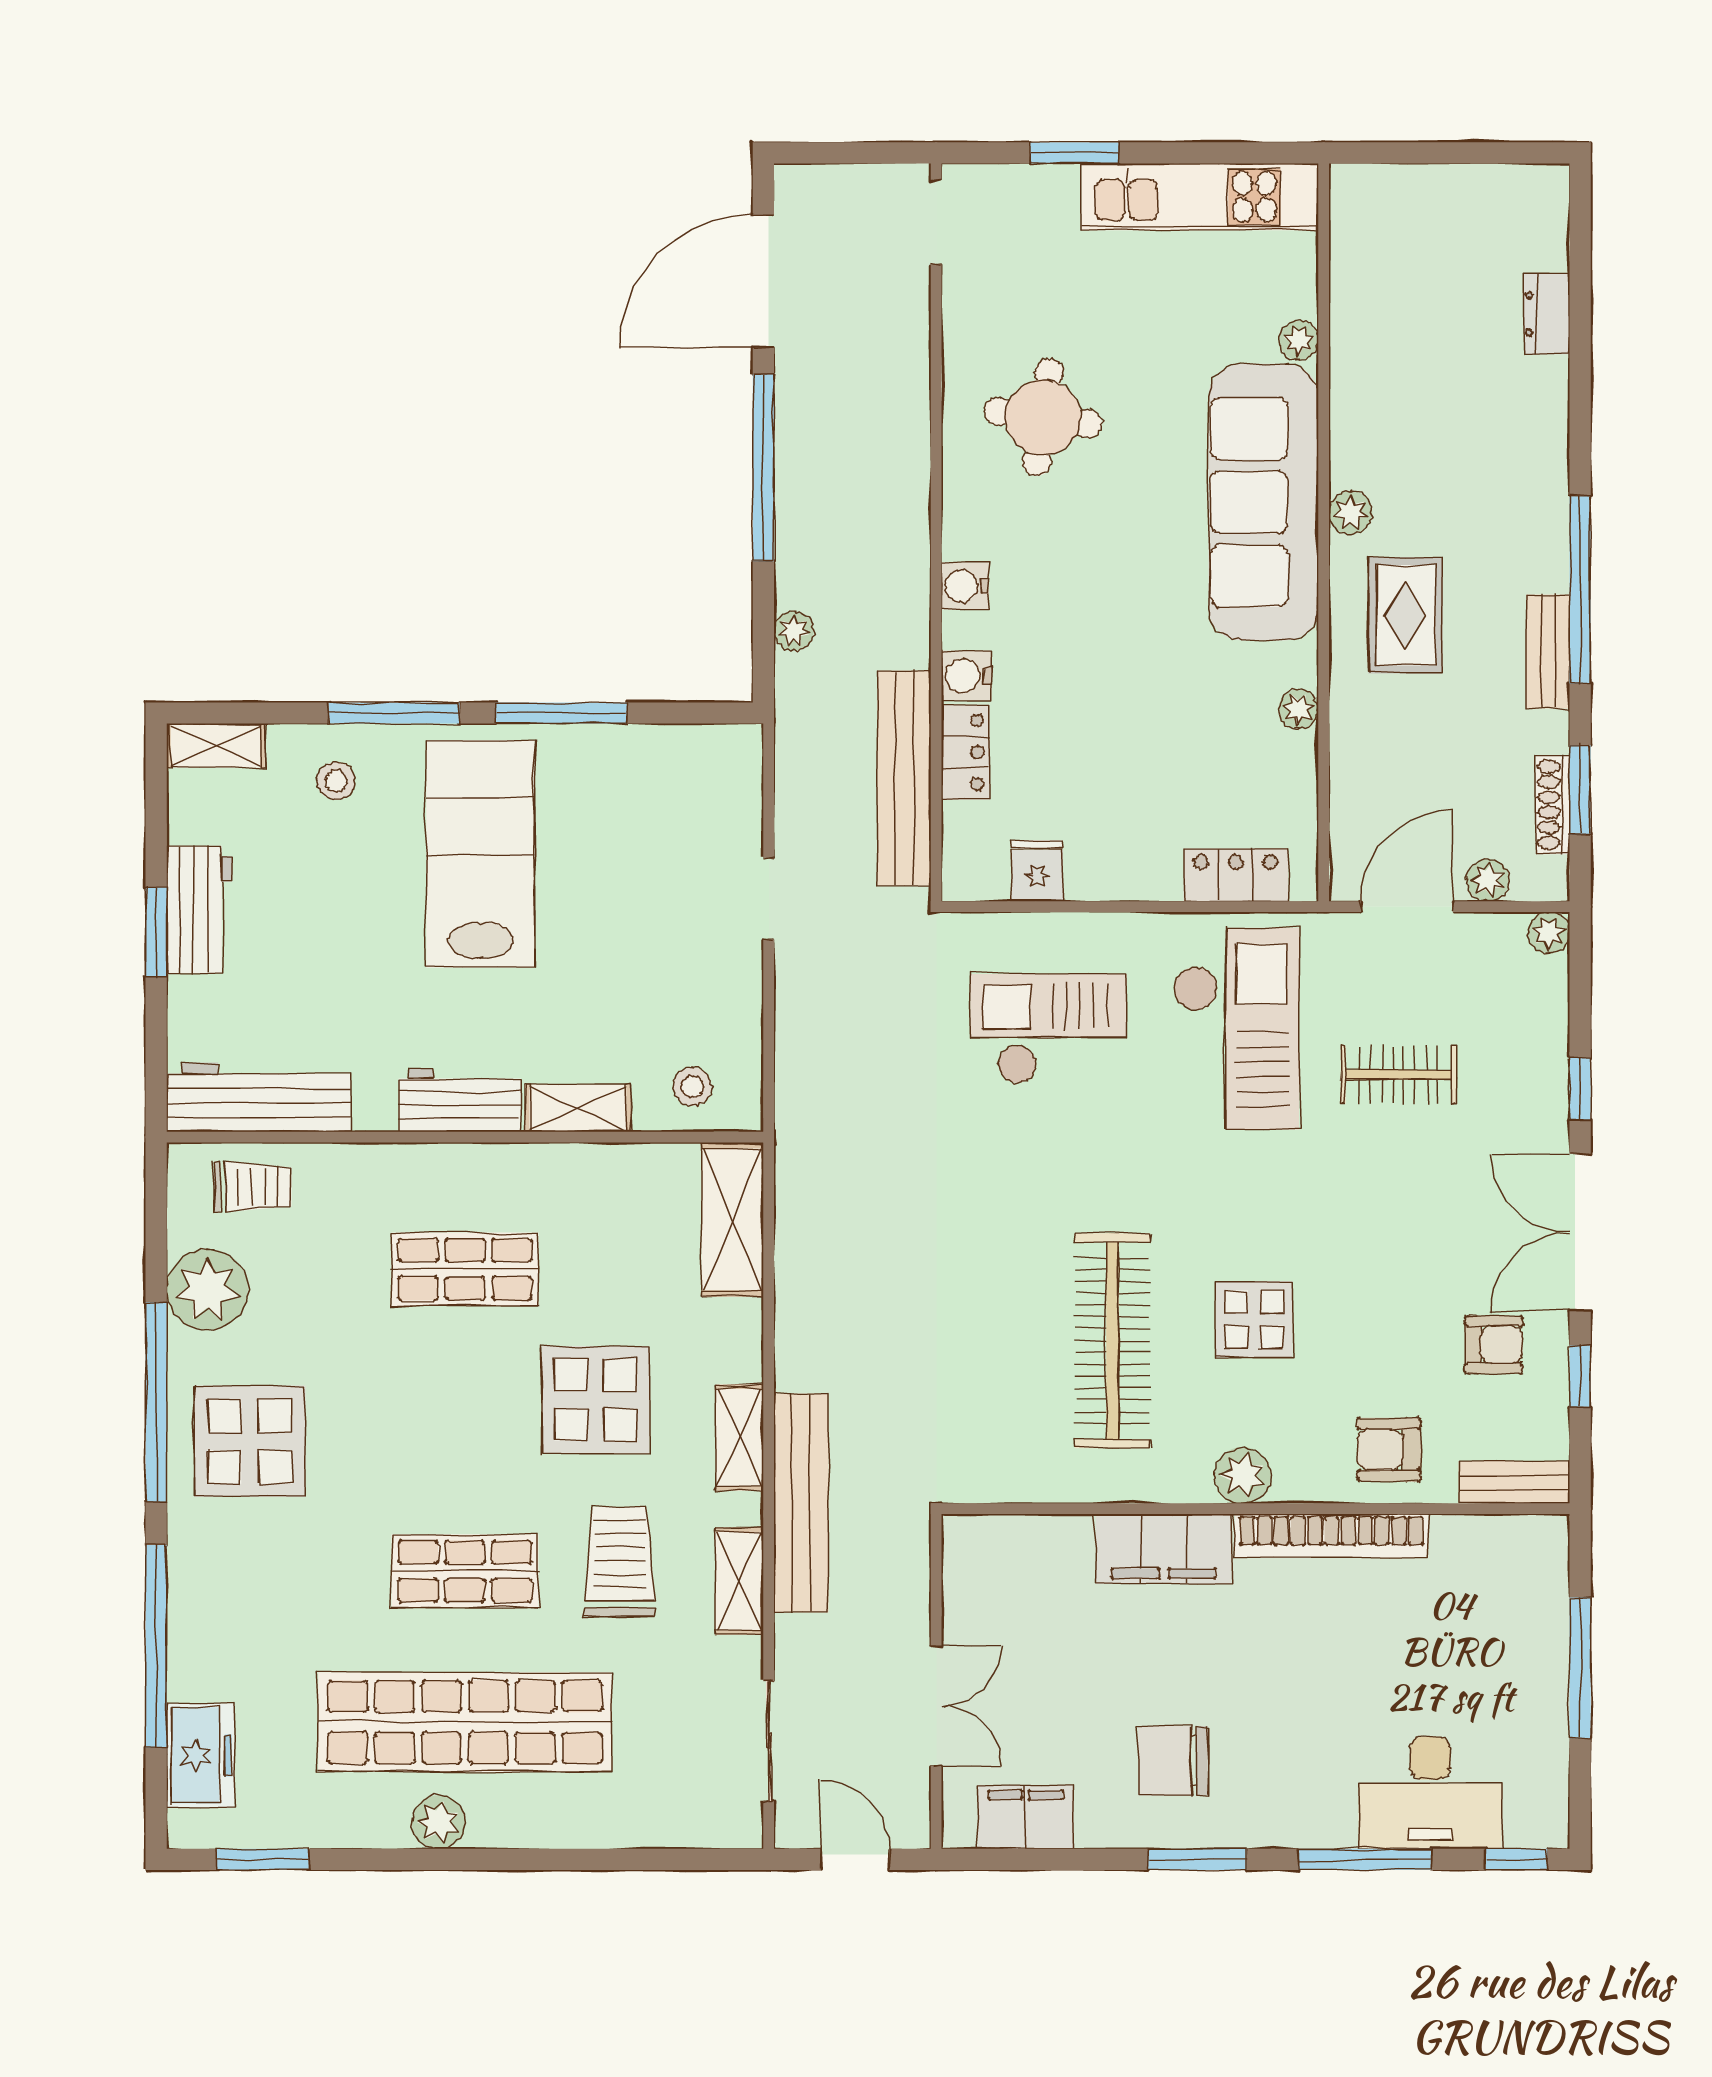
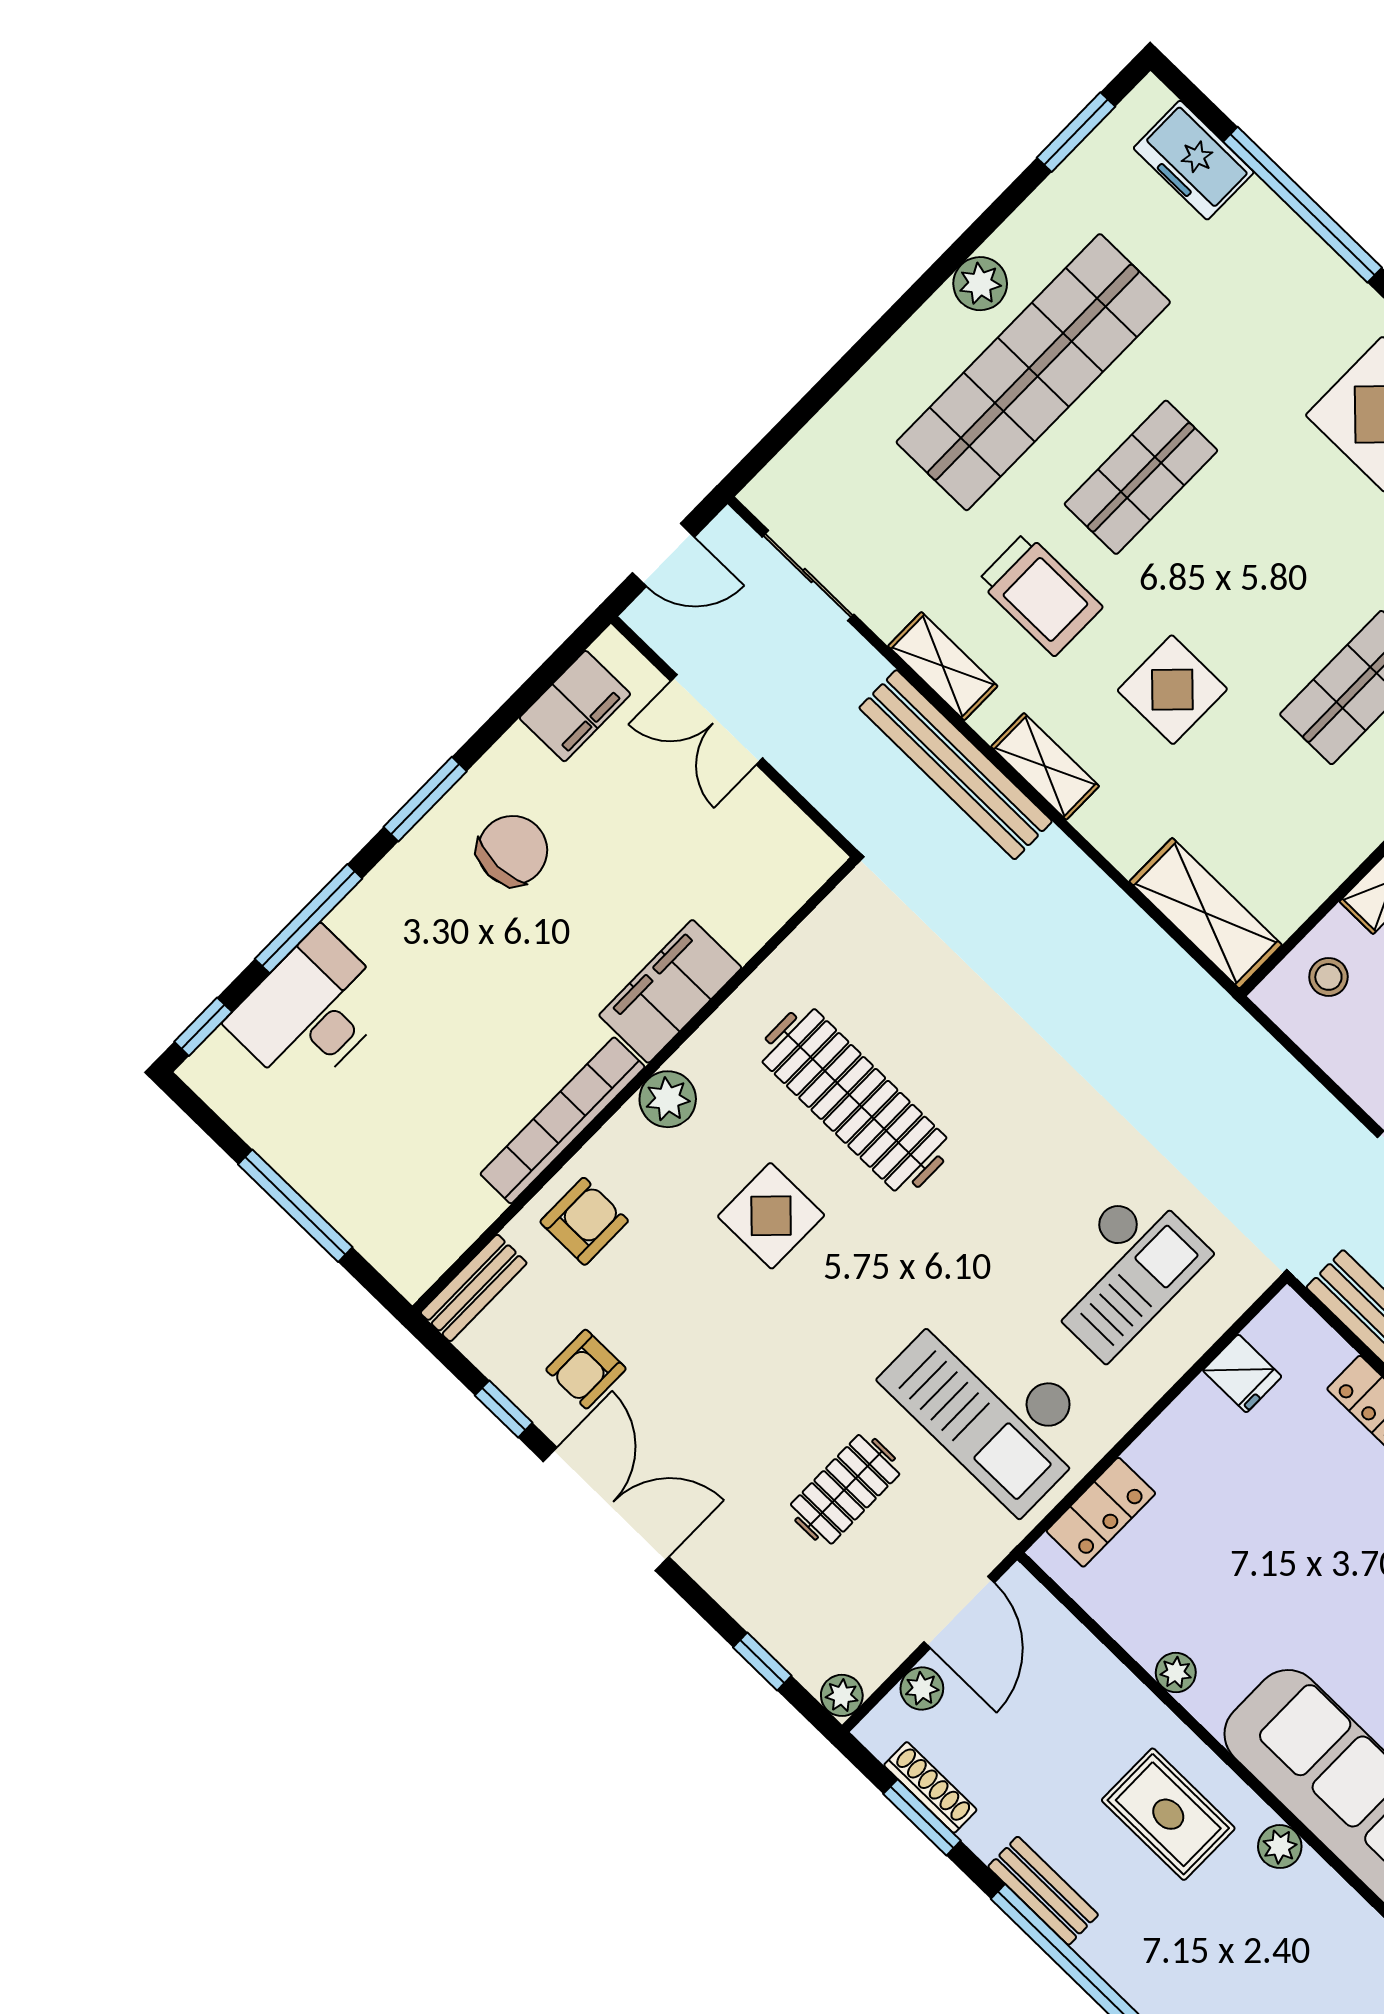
window: (1580, 1089) -> (762, 1661), moved
display table: (595, 1400) -> (1172, 690), width x0.73, depth x0.73

